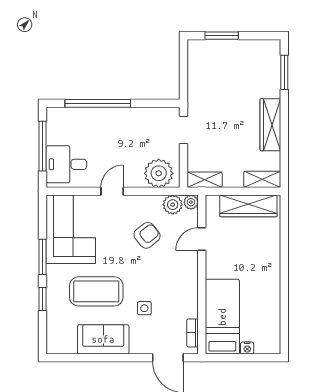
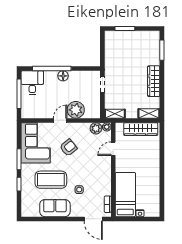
floor lamp: (117, 116) -> (63, 76), added
desk: (66, 164) -> (32, 83), moved, turned 90
plant: (159, 173) -> (76, 110), moved
armchair: (147, 235) -> (68, 148), moved

